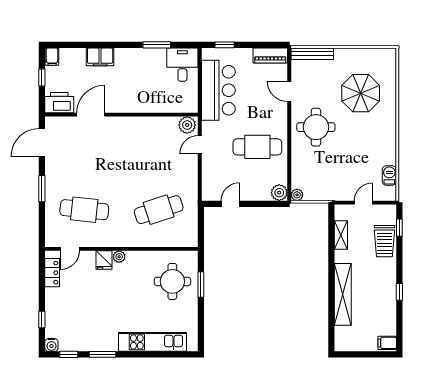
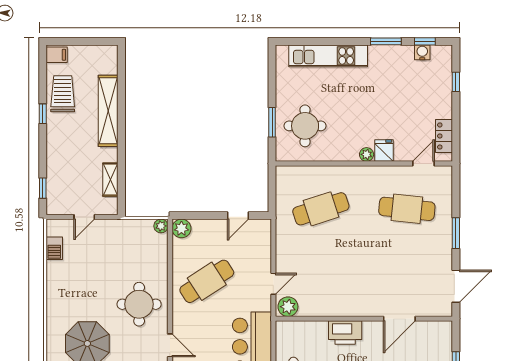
printer: (59, 103) -> (345, 333), moved
cafe table: (257, 147) -> (207, 281), turned -33
trolley: (384, 241) -> (63, 94), moved
water cooler: (51, 345) -> (422, 52), moved

